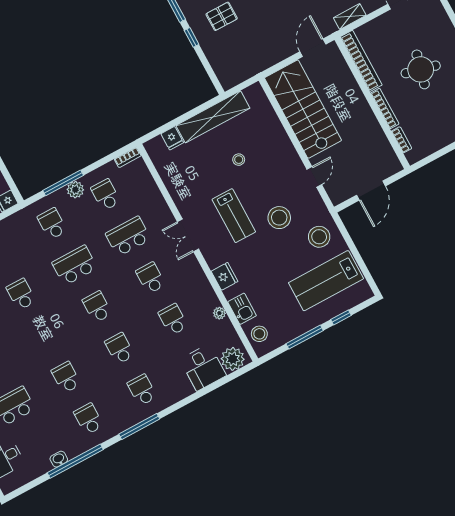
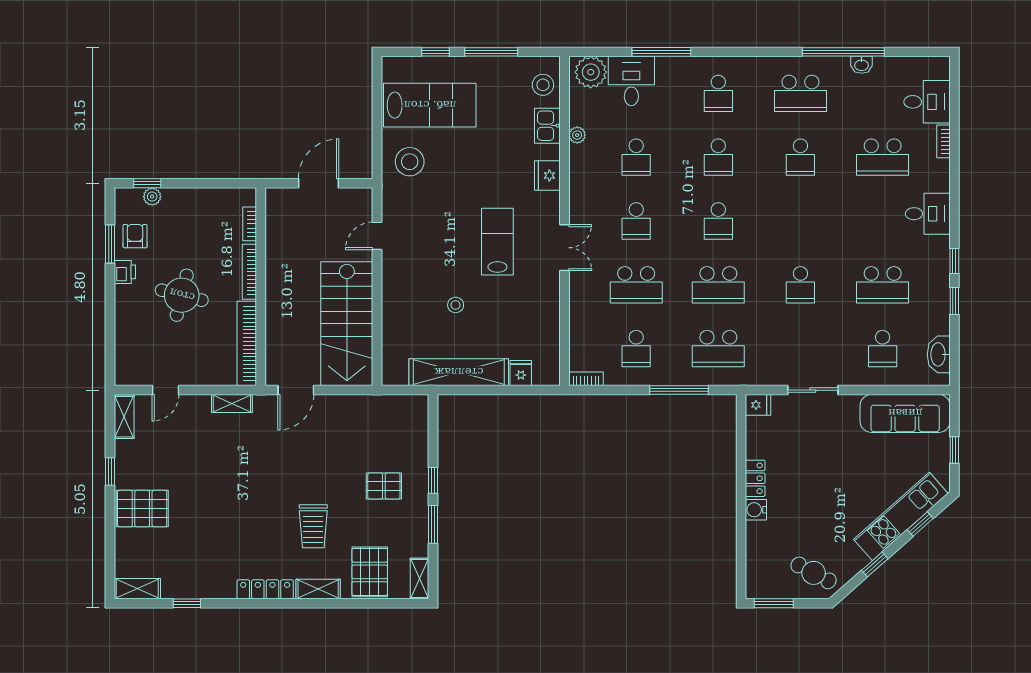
plant: (75, 190) -> (669, 374), removed
stool: (279, 218) -> (445, 210), removed
school desk: (52, 224) -> (718, 349), width x1.85
school desk: (89, 419) -> (800, 93), width x1.85
window: (139, 427) -> (661, 52), moved

